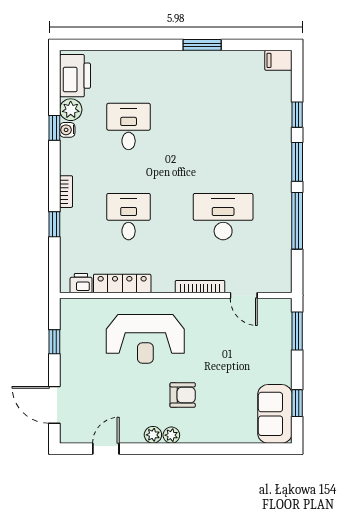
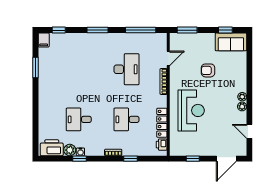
window: (202, 45) -> (35, 67), moved
window: (297, 115) -> (59, 30), moved
desk: (223, 217) -> (126, 69), turned 180
window: (297, 221) -> (141, 30), moved
armchair: (183, 395) -> (208, 70), moved, turned -90

